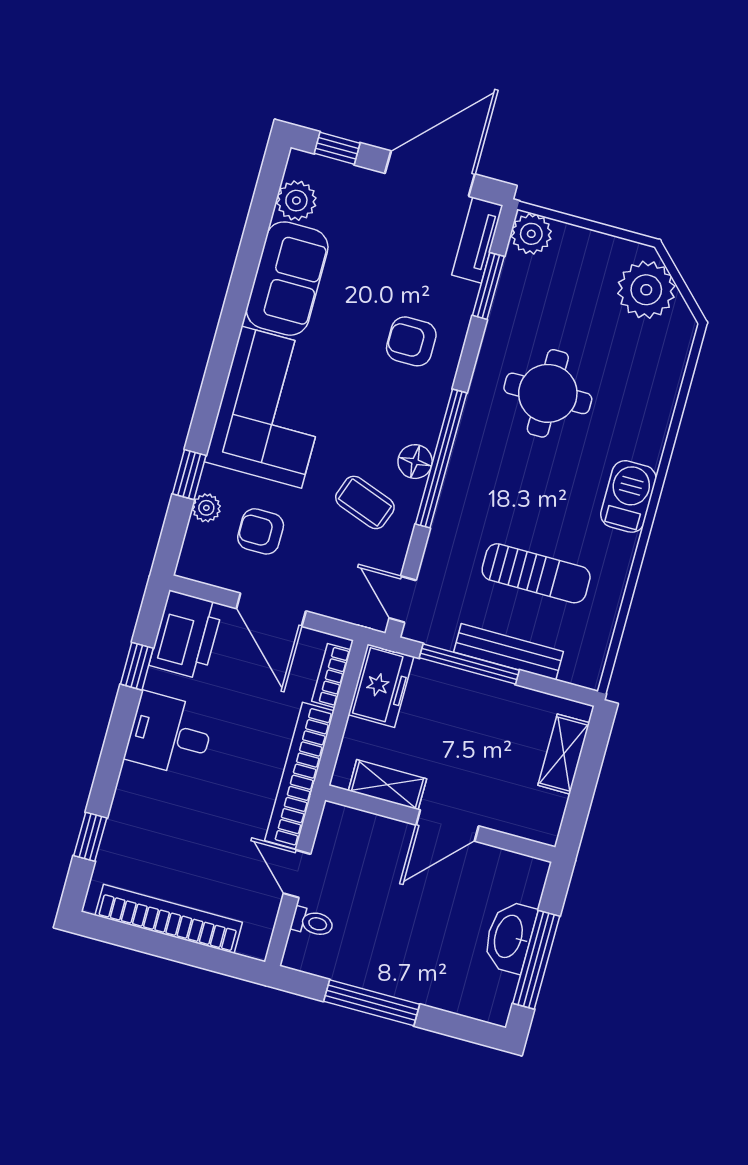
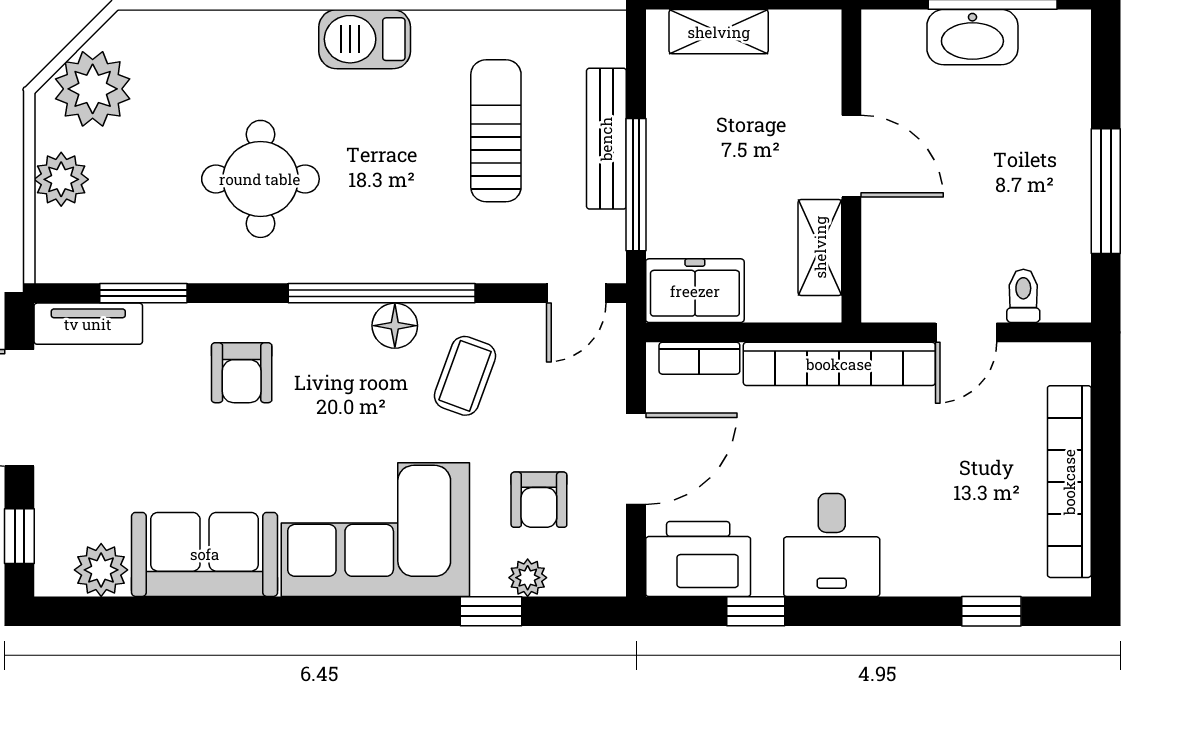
plant: (531, 234) -> (61, 179), moved

